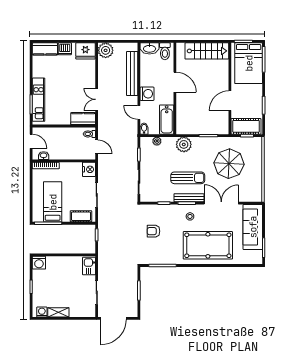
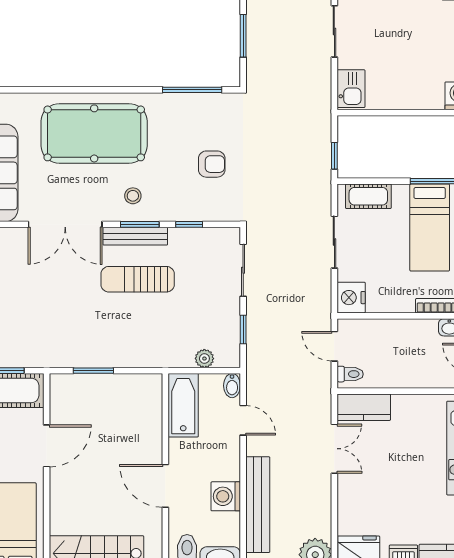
washing machine: (147, 94) -> (226, 496), moved
plant: (184, 144) -> (146, 351), removed
parasol: (229, 164) -> (48, 310), removed

